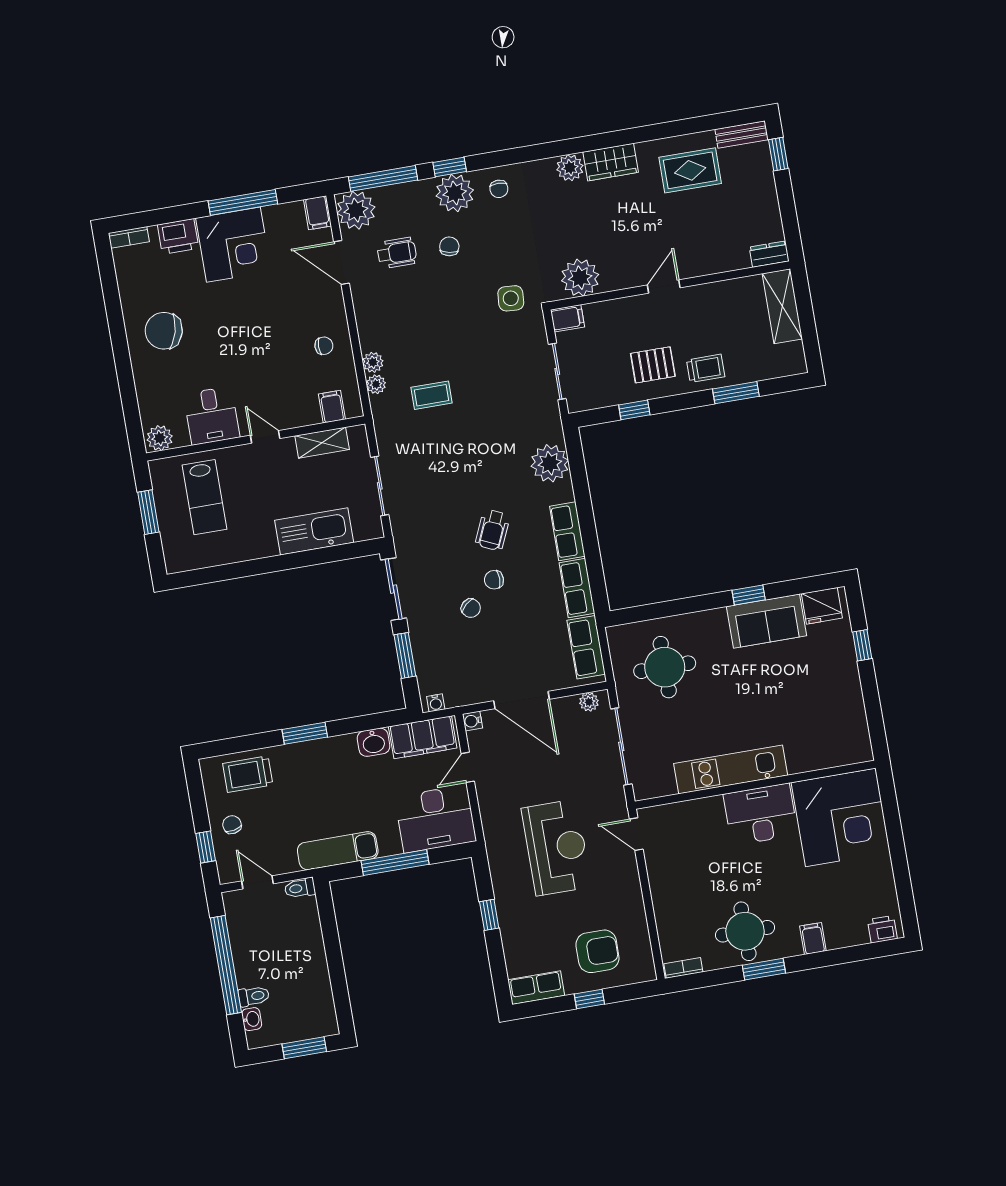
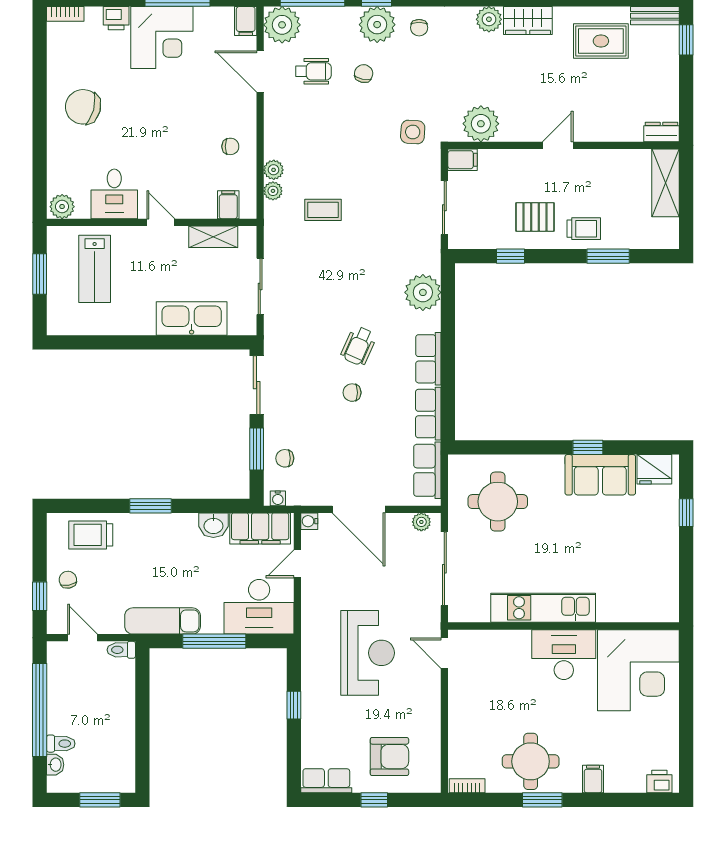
printer: (178, 236) -> (116, 18), width x0.73, depth x0.81
chair: (471, 608) -> (285, 458), moved, turned 132

